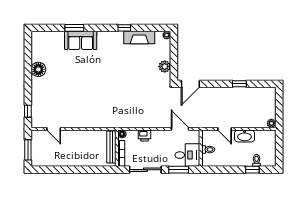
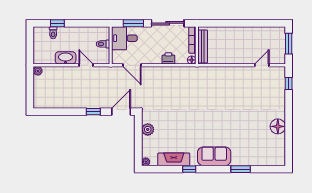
sofa: (81, 40) -> (214, 156), moved
window: (239, 84) -> (93, 112), moved
door: (54, 129) -> (262, 65), hinge flipped

